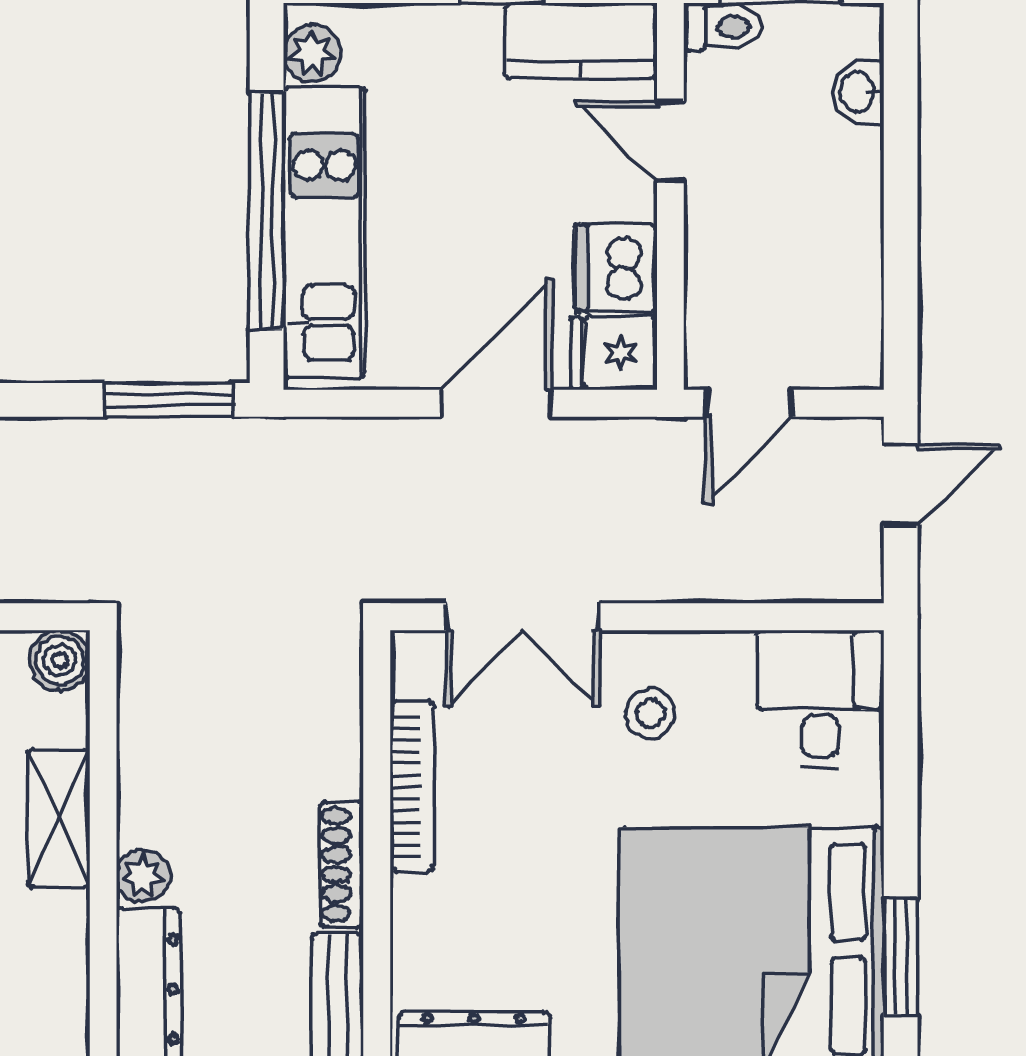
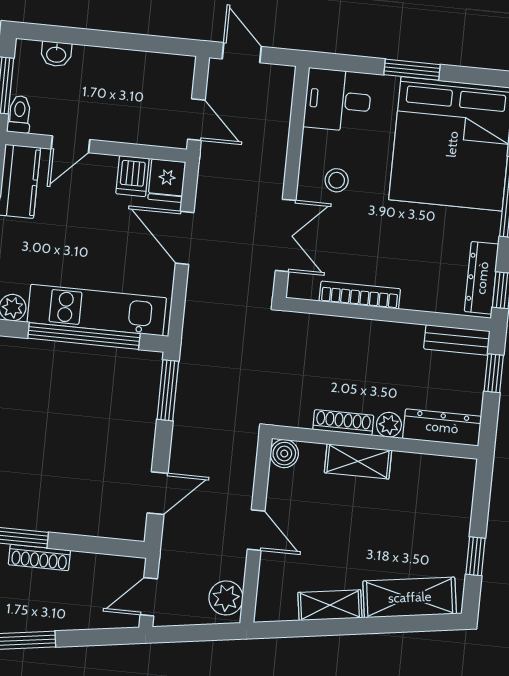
dishwasher: (616, 268) -> (133, 176), width x0.73
shoe rack: (342, 865) -> (343, 422), moved, turned 180
window: (901, 957) -> (412, 70), moved

